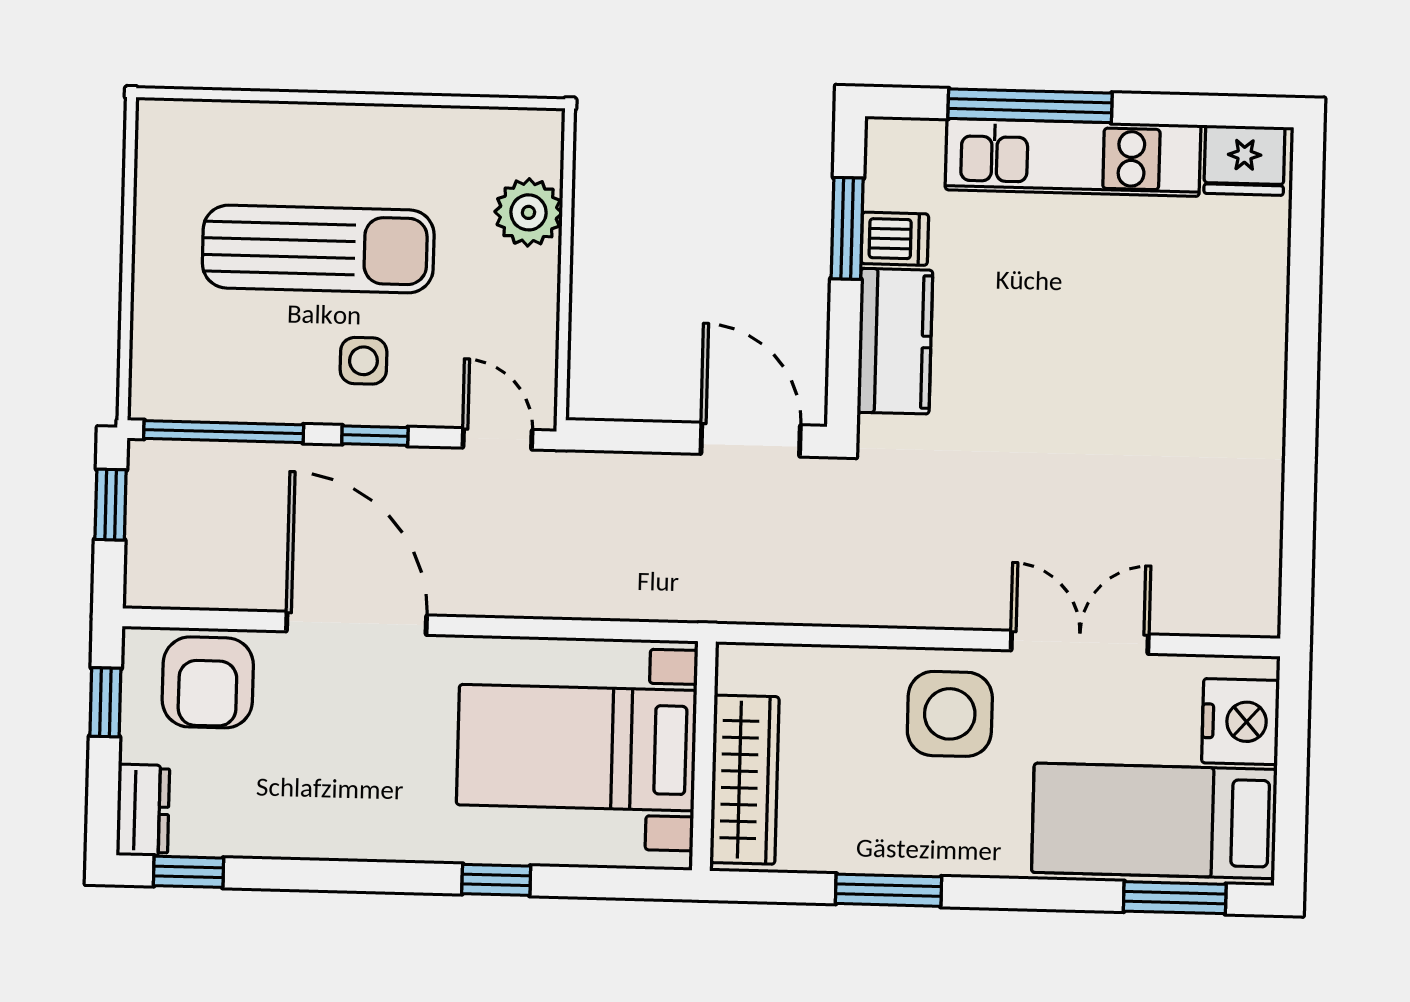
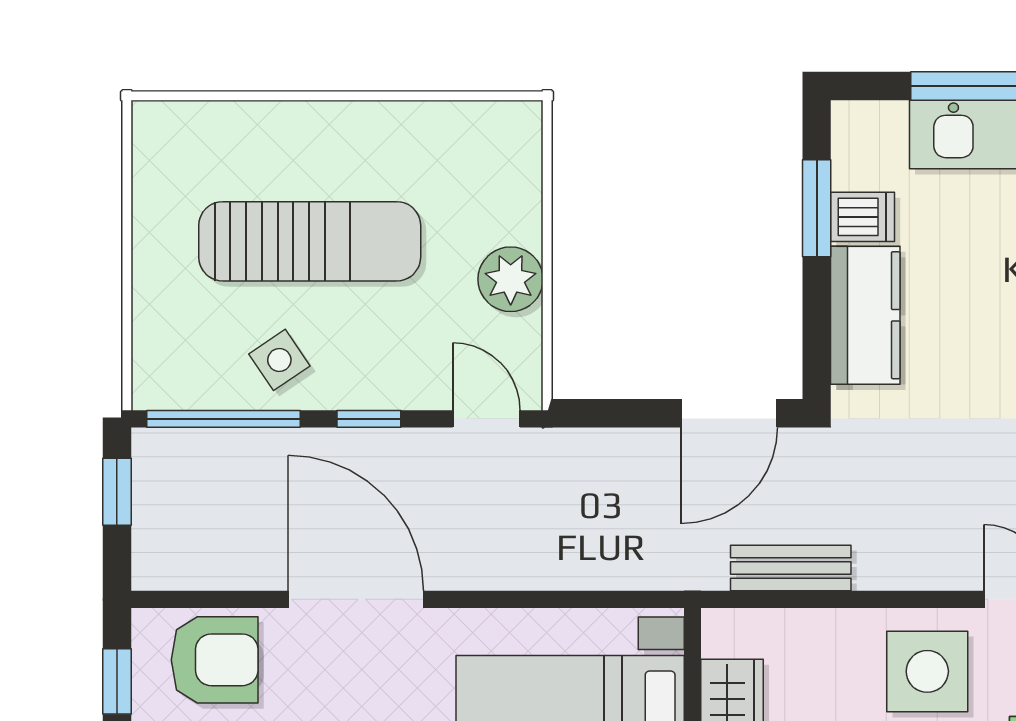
plant: (528, 212) -> (511, 279), moved
side table: (363, 361) -> (279, 360), moved, turned -34
door: (751, 440) -> (729, 413), swing flipped
bench: (810, 602) -> (791, 568), added
armchair: (208, 682) -> (215, 660), turned -90

